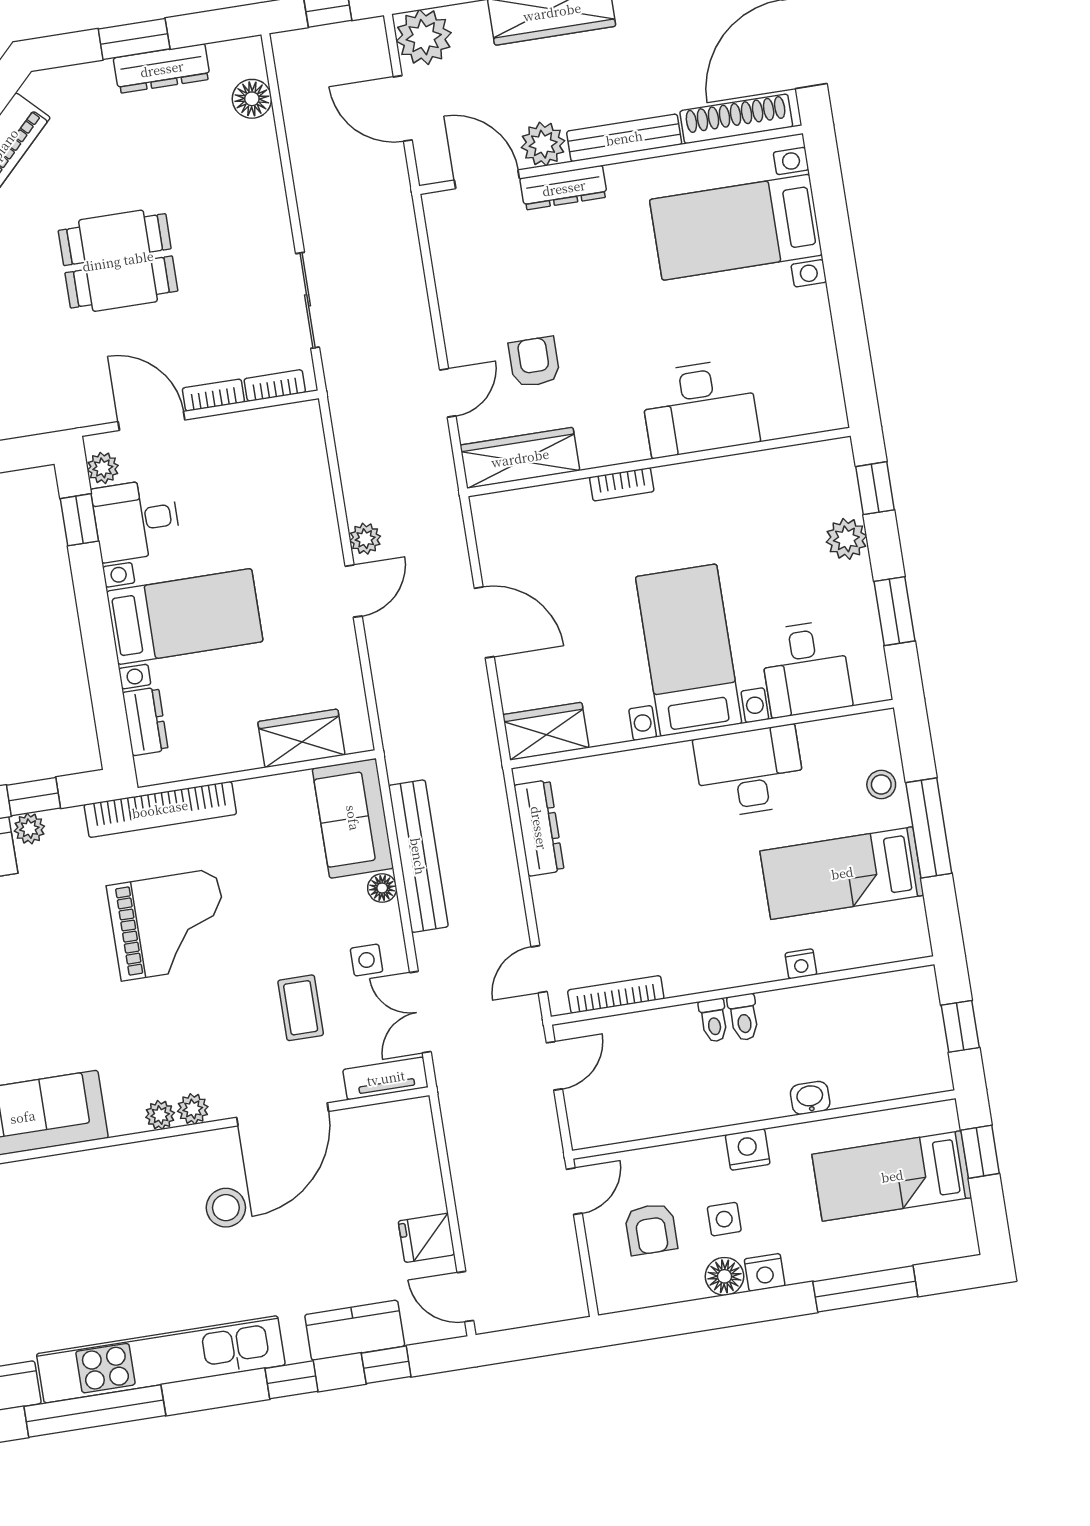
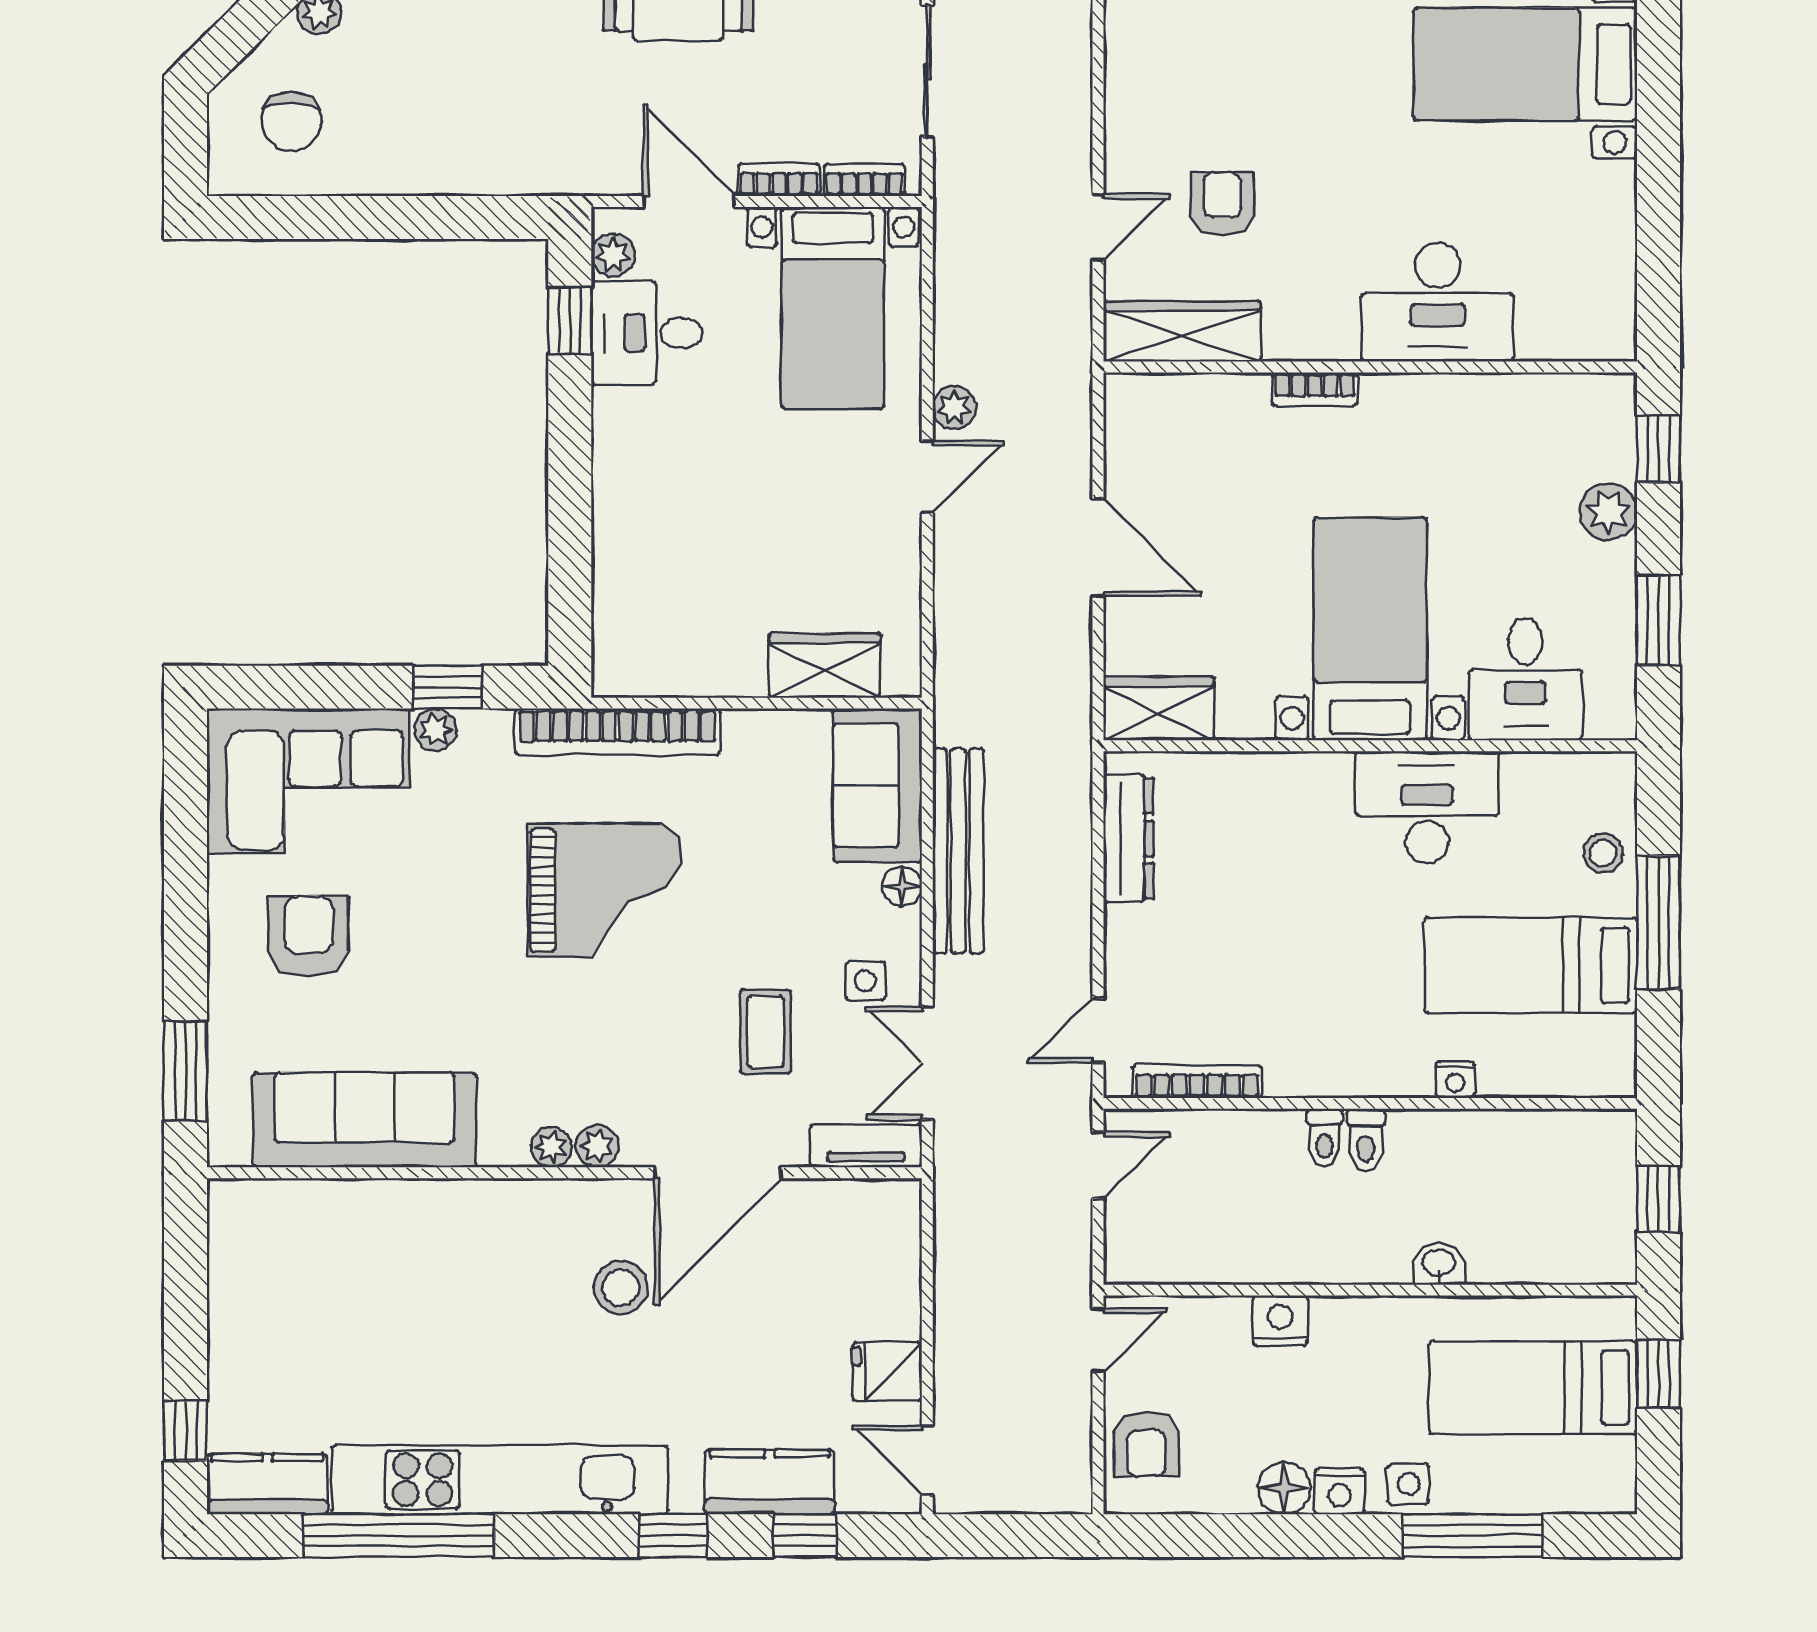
bed with nightstands: (185, 616) -> (833, 308), moved, turned 90
dresser: (145, 721) -> (616, 609), removed
nightstand: (748, 1149) -> (1280, 1321), moved
side table: (724, 1219) -> (1408, 1484), moved
armchair: (651, 1229) -> (1146, 1444), moved

